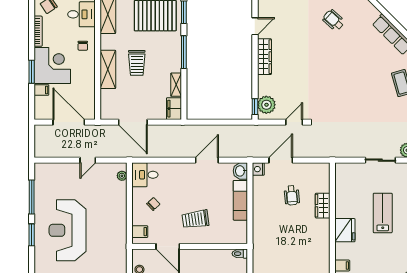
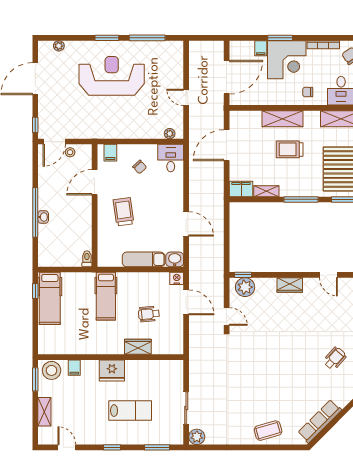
wardrobe: (264, 57) -> (290, 285), width x0.67
hospital bed: (275, 236) -> (106, 296), added

